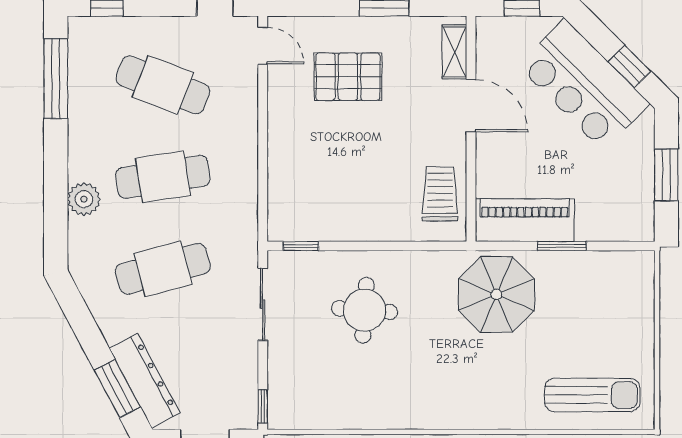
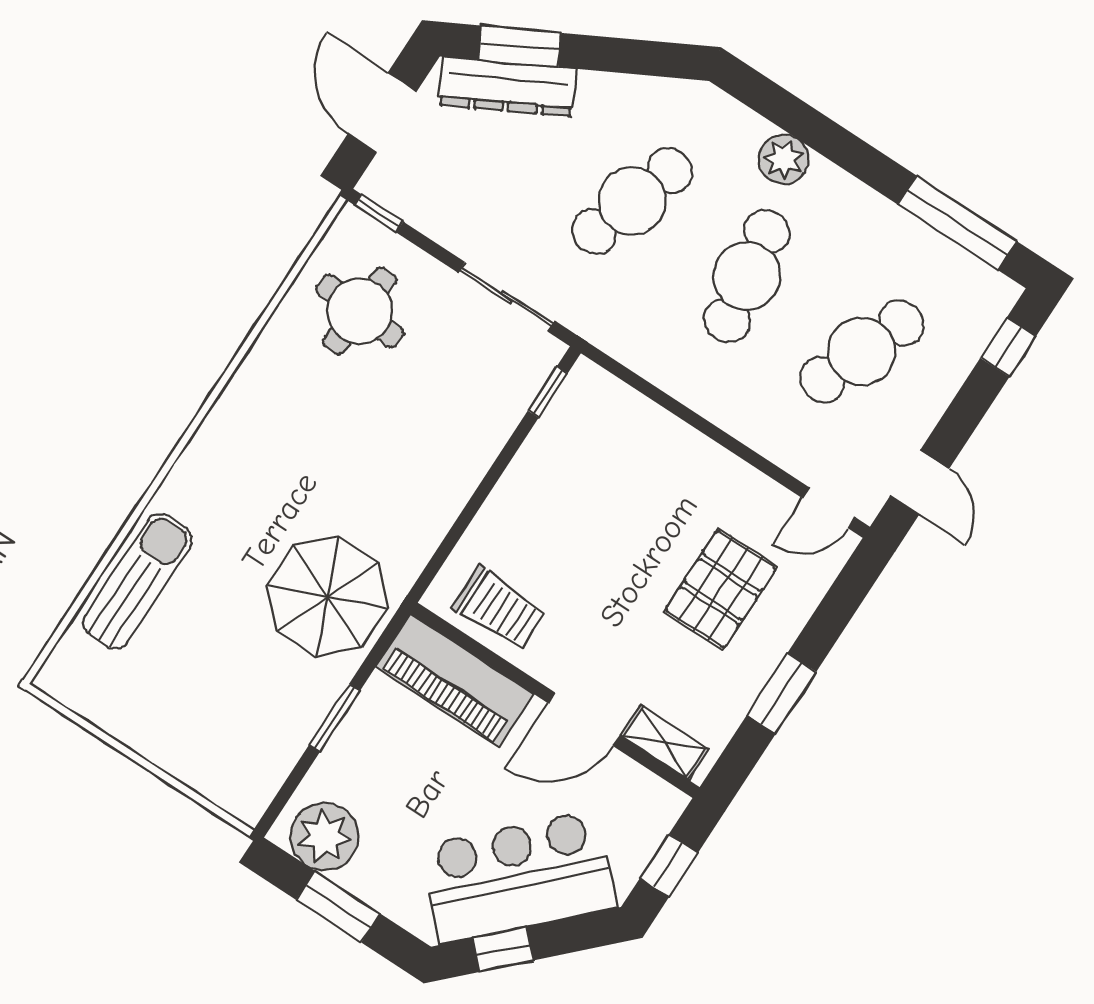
plant: (632, 208) -> (324, 837), added
piano: (525, 220) -> (455, 681), moved, turned 90
cafe table: (163, 269) -> (632, 201), turned 33
round table: (365, 310) -> (360, 311), moved
sun lounger: (592, 395) -> (138, 581), moved, turned 180

